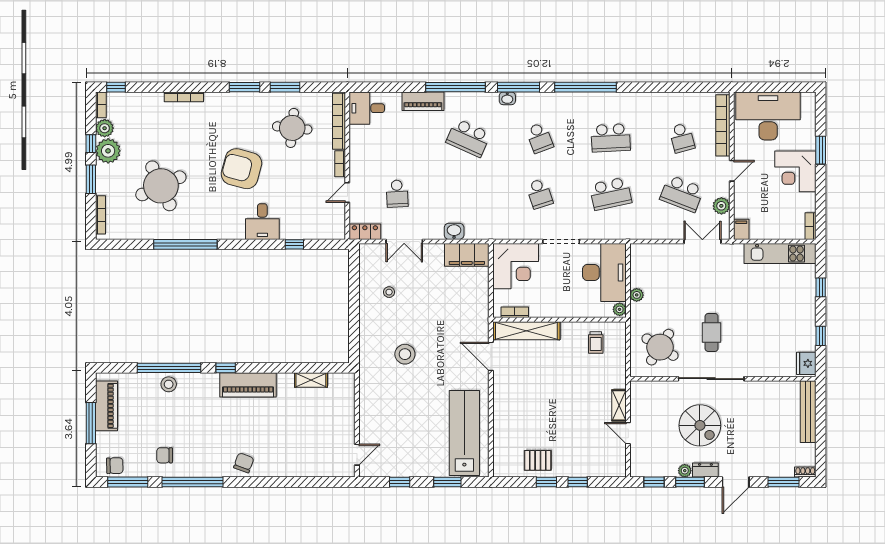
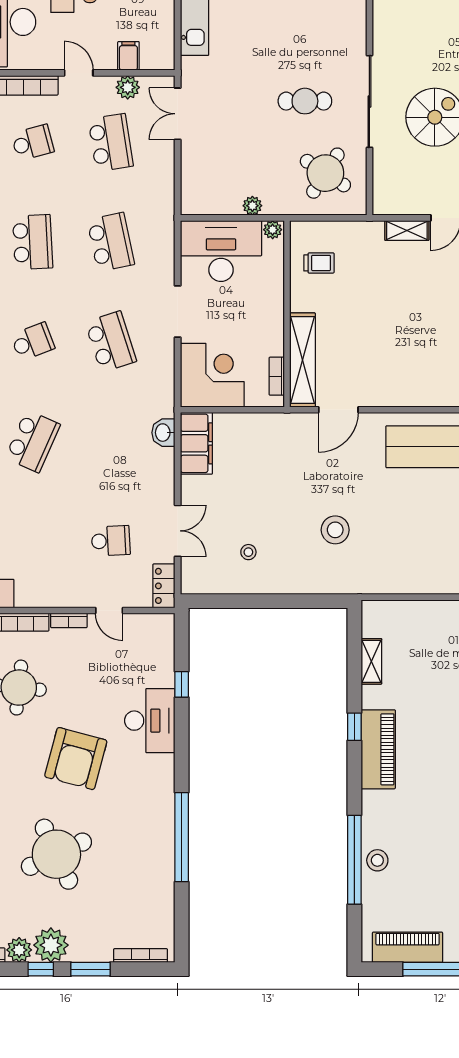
round table: (161, 186) -> (56, 854), moved
school desk: (539, 194) -> (111, 342), width x1.85
school desk: (682, 194) -> (111, 143), turned -30
desk: (262, 222) -> (150, 721), width x1.37
filing cabinet: (741, 229) -> (128, 56), moved, turned 90
washbasin: (454, 231) -> (163, 433), moved
window: (226, 368) -> (354, 727), moved

